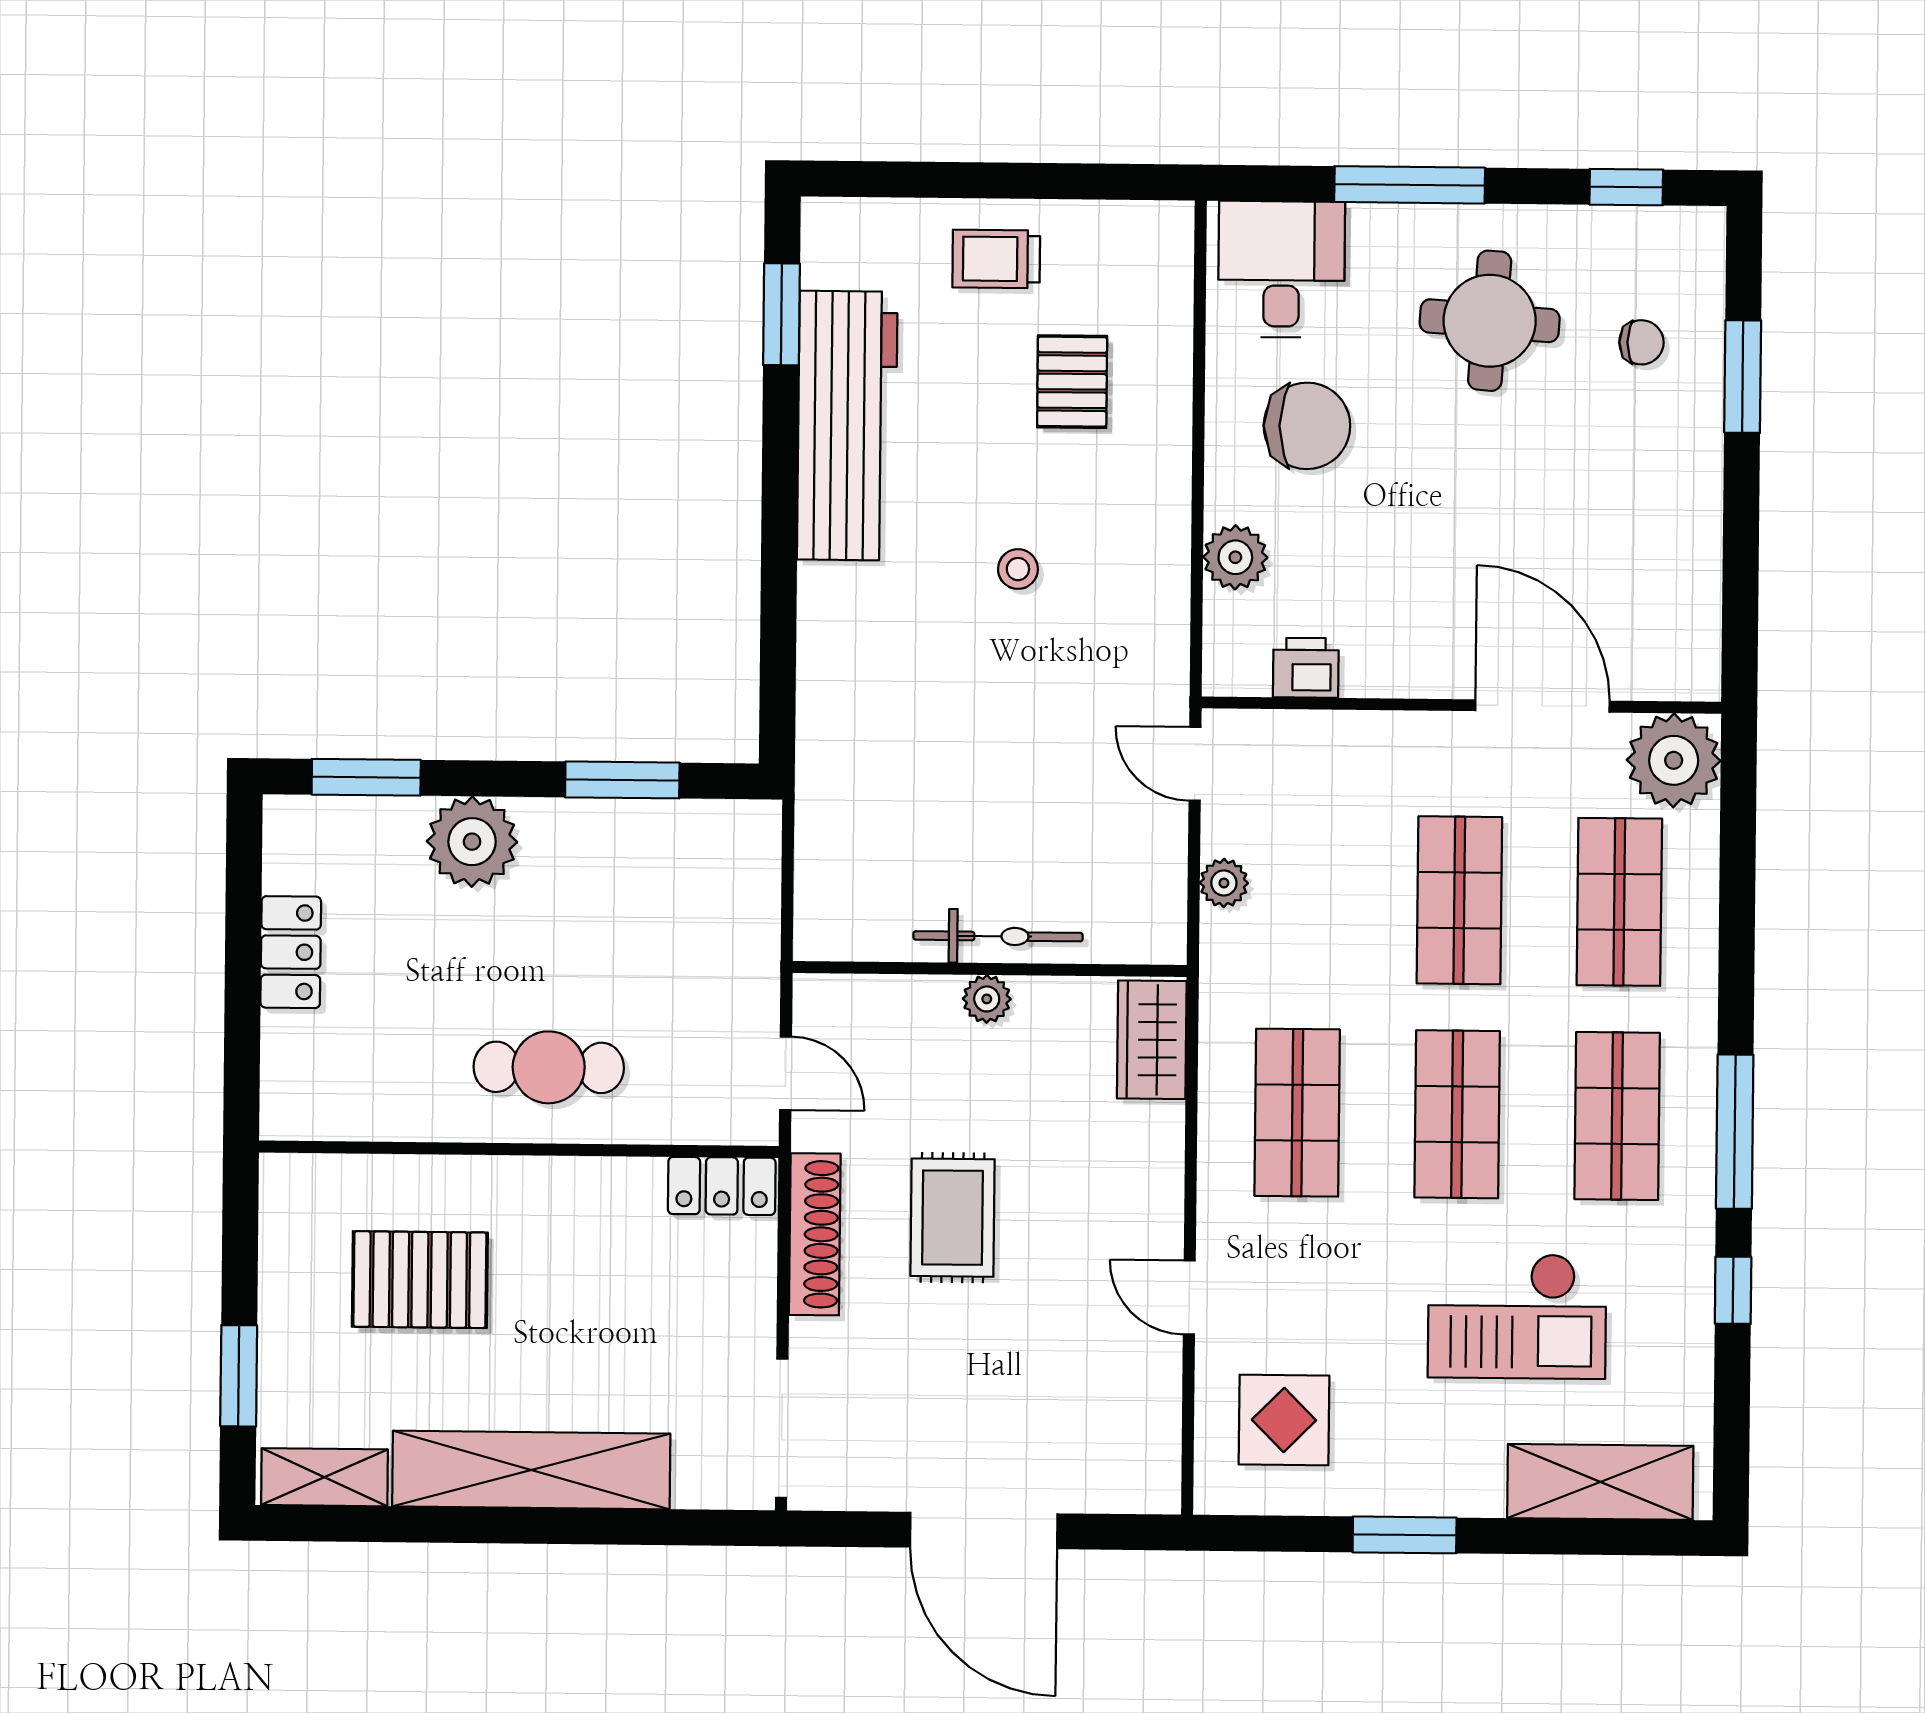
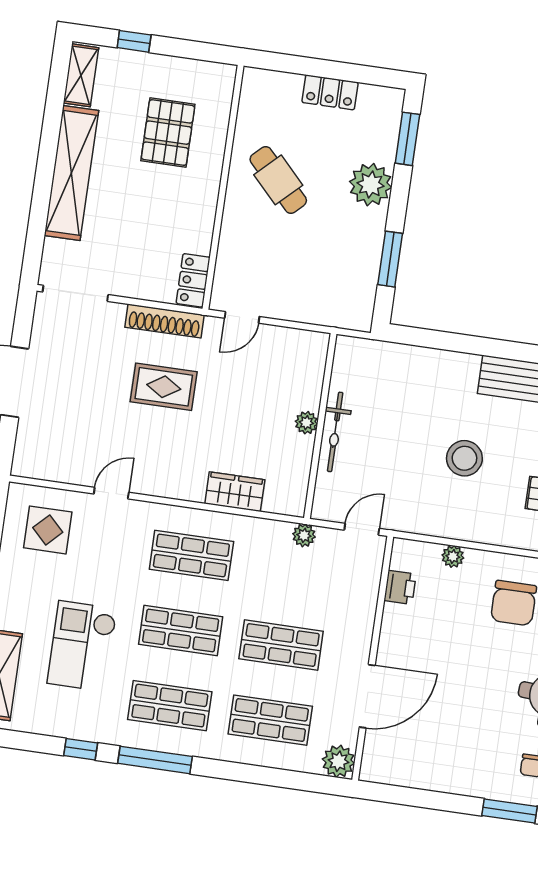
plant: (1235, 557) -> (453, 556), width x0.73, depth x0.73
stool: (1018, 569) -> (464, 458), width x1.89, depth x1.89
plant: (1674, 760) -> (338, 761), width x0.73, depth x0.73
bicycle: (998, 936) -> (335, 432), moved
wall: (990, 969) -> (320, 426), moved
plant: (987, 999) -> (306, 423), moved
cafe table: (549, 1067) -> (278, 180), moved, turned -44
window: (239, 1376) -> (134, 41), width x0.67

